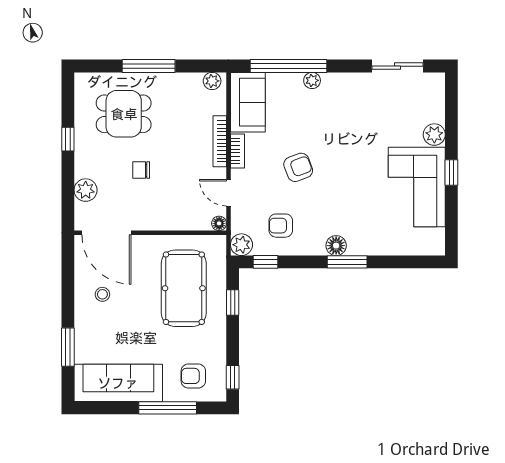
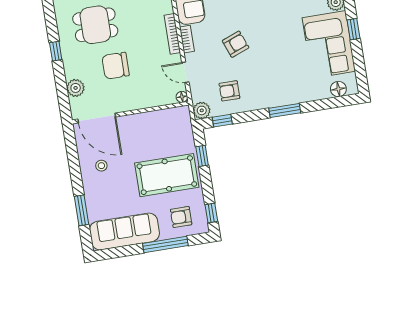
chair: (141, 170) -> (116, 66), width x1.87, depth x1.87
floor lamp: (336, 246) -> (338, 89), moved
pool table: (184, 288) -> (167, 175), moved, turned 90

